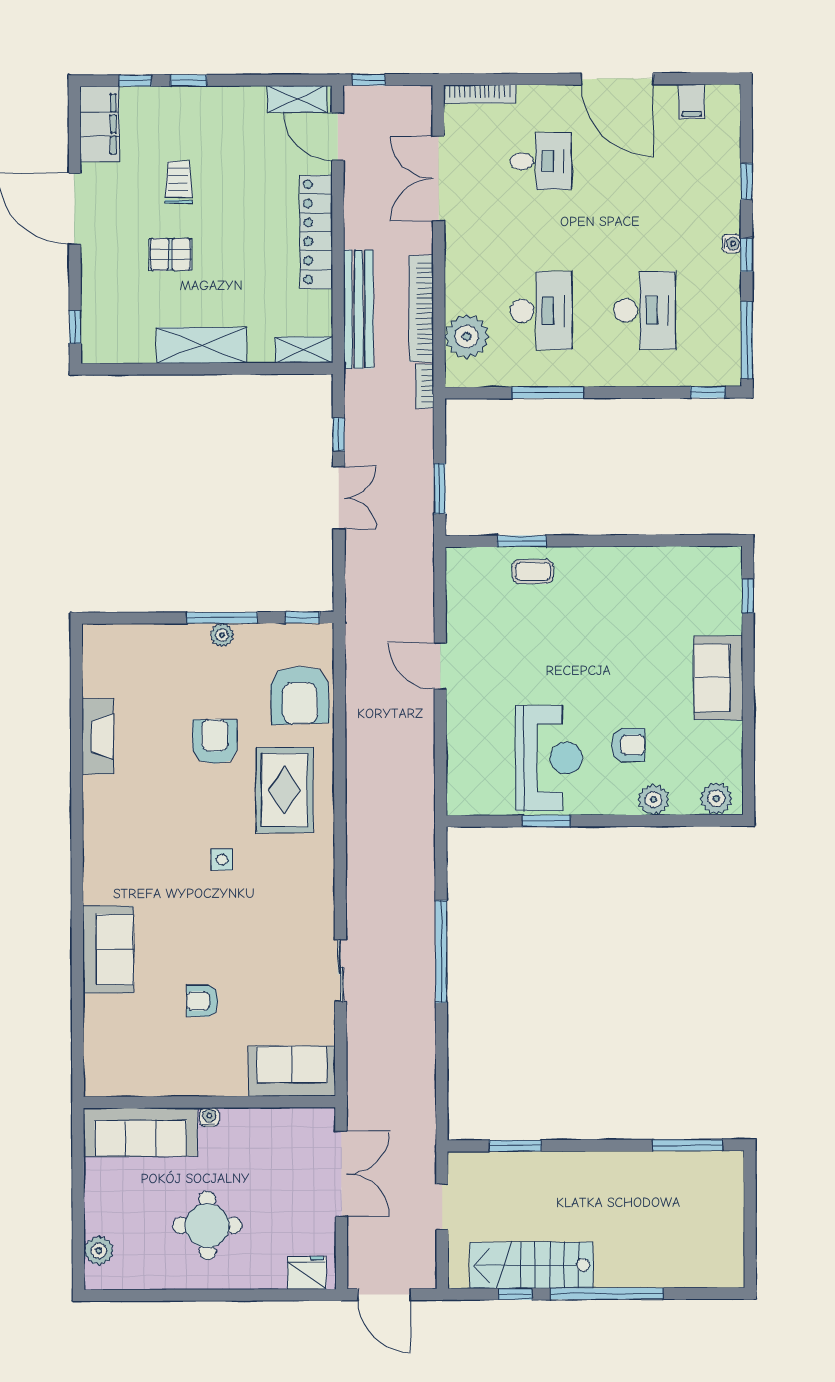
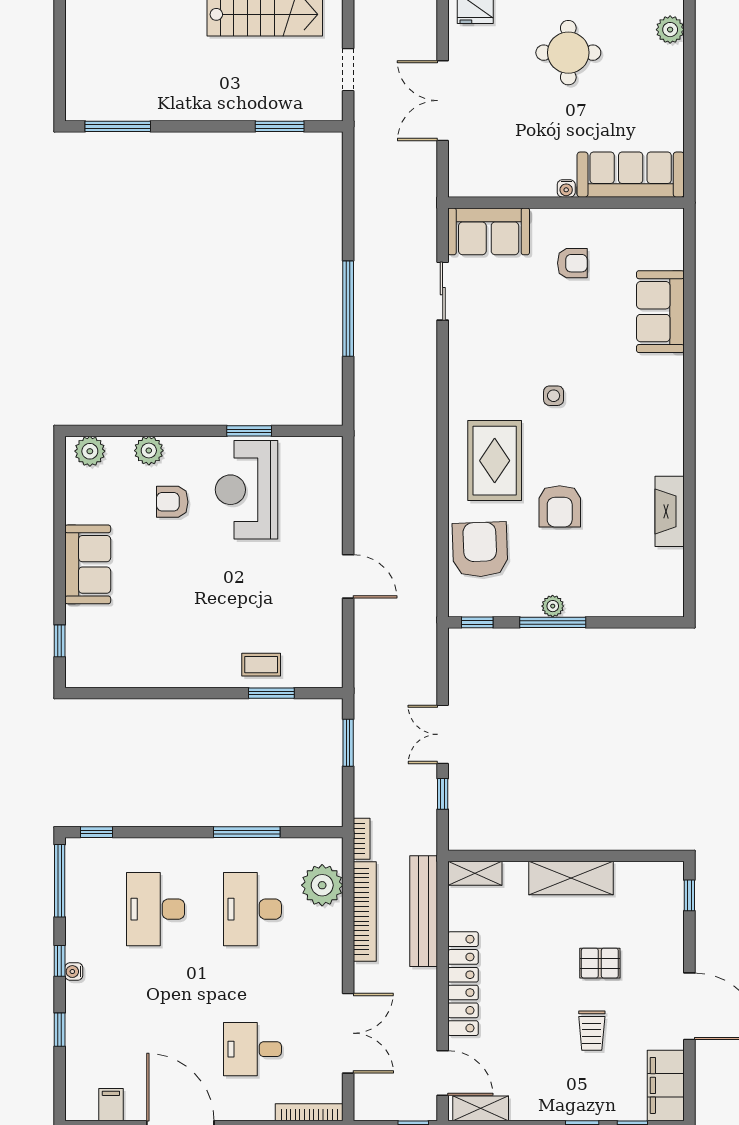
sofa: (292, 1071) -> (489, 231), moved
wall: (209, 1102) -> (566, 203), moved
water cooler: (209, 1117) -> (566, 188), moved
sofa: (141, 1132) -> (631, 175), moved

